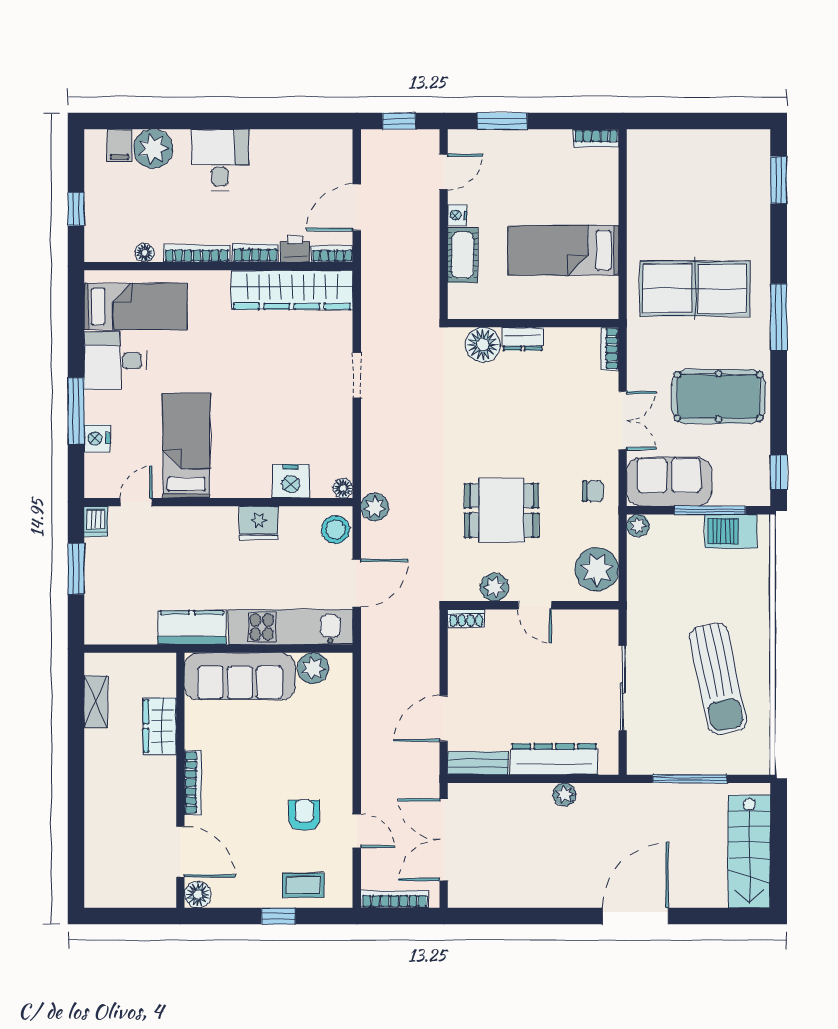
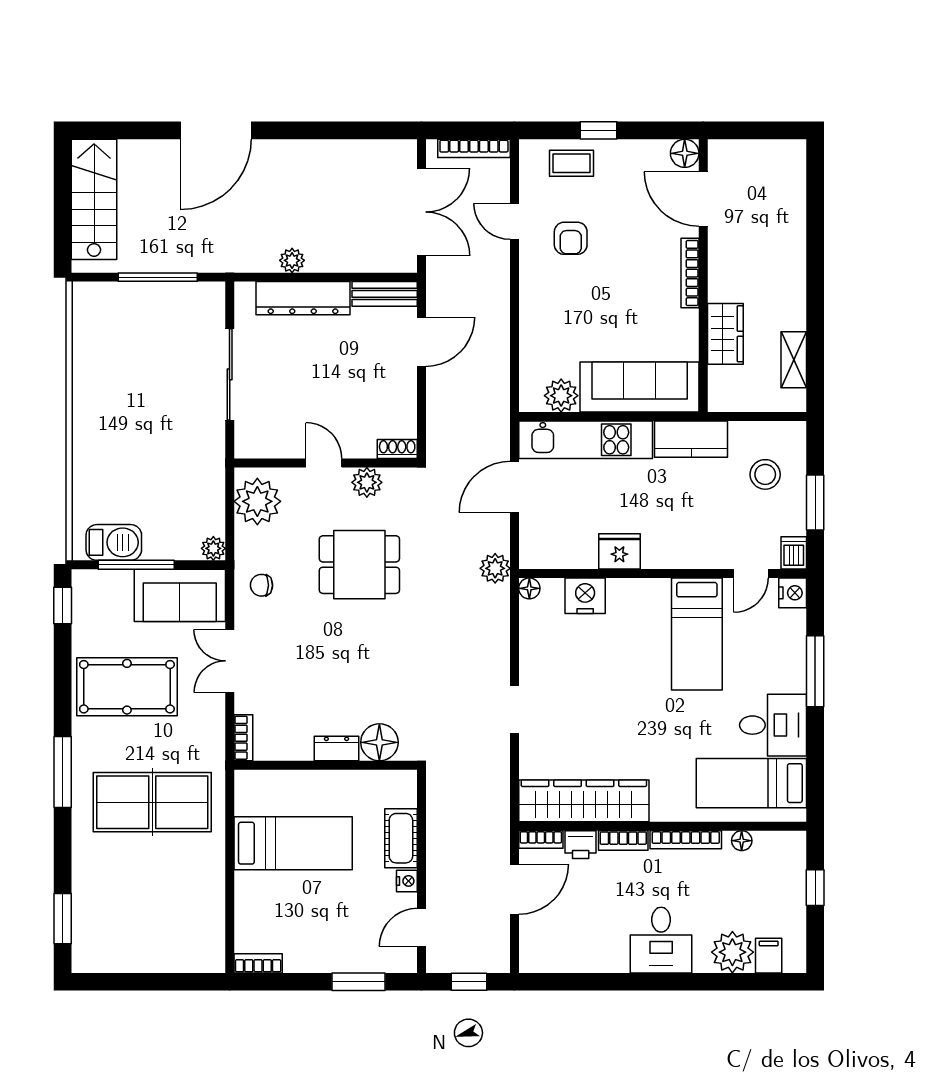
nightstand: (97, 438) -> (793, 593), moved
stool: (336, 530) -> (765, 474), moved
sun lounger: (718, 679) -> (128, 385), removed

